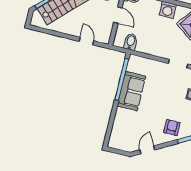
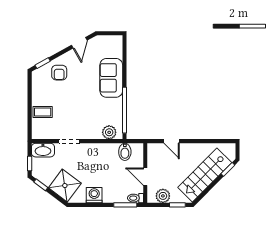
plant: (140, 63) -> (109, 132), added
sofa: (131, 91) -> (111, 78), moved

